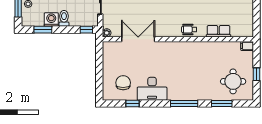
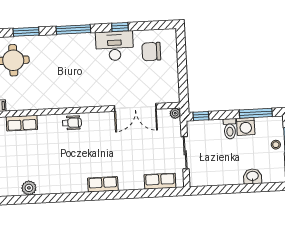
window: (43, 30) -> (256, 113), width x1.44
row of seats: (219, 31) -> (22, 123), moved
chair: (123, 83) -> (151, 52), turned 90
window: (132, 103) -> (120, 27), moved

